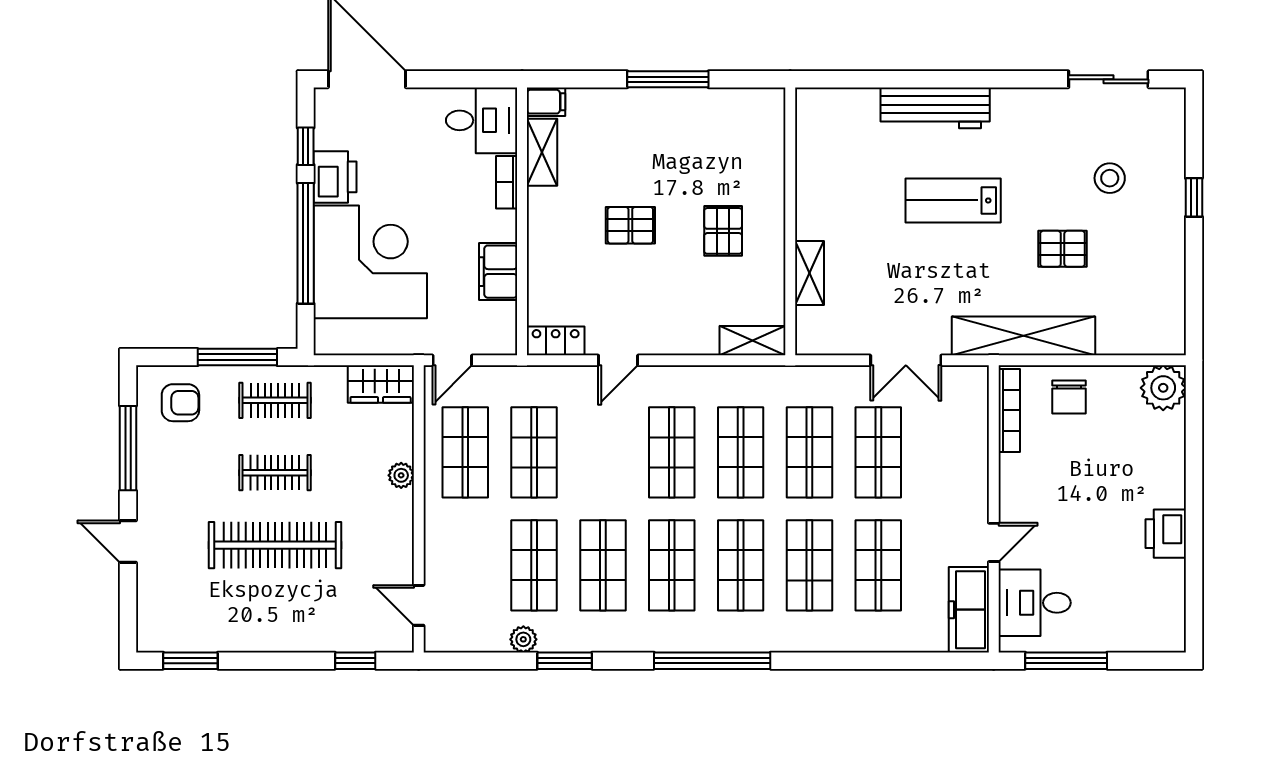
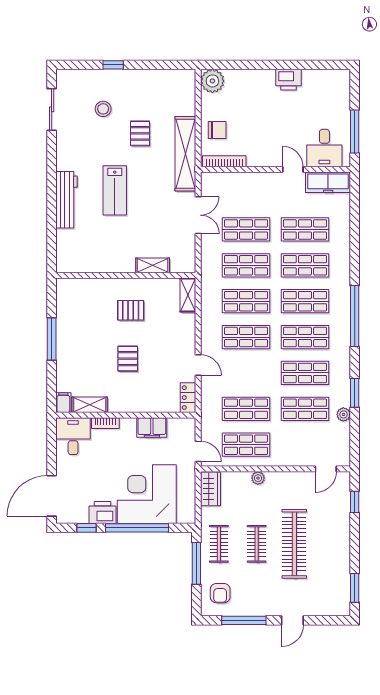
armchair: (180, 403) -> (220, 593), turned 180

